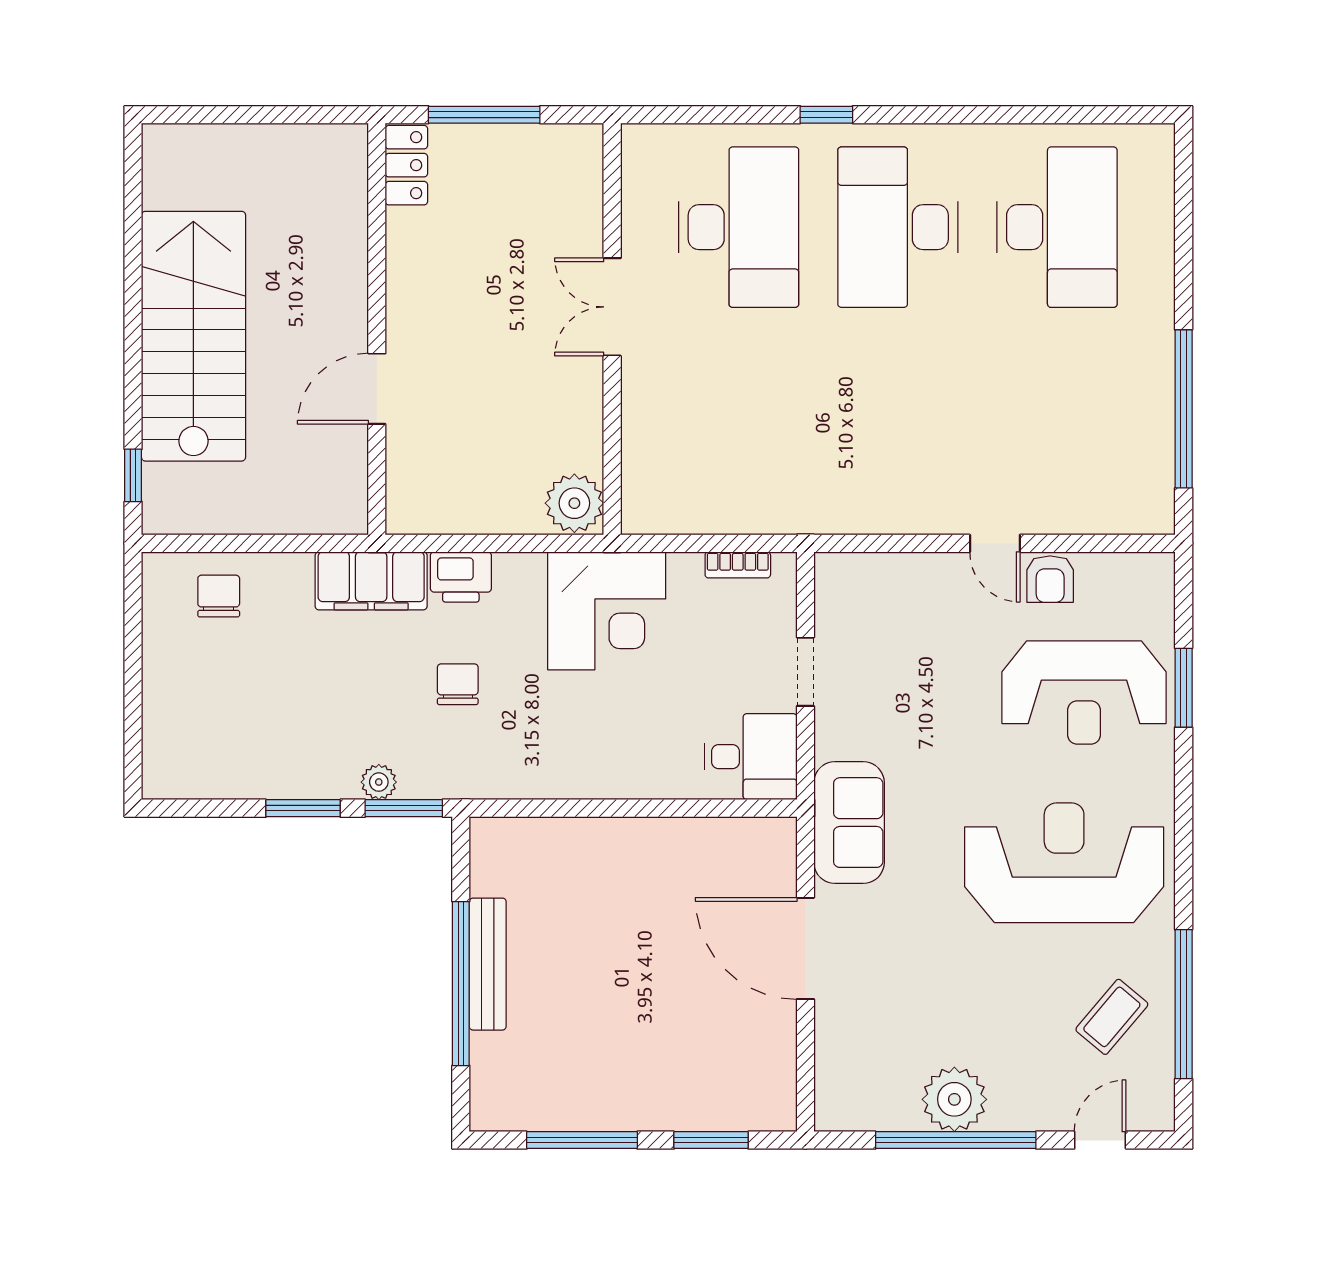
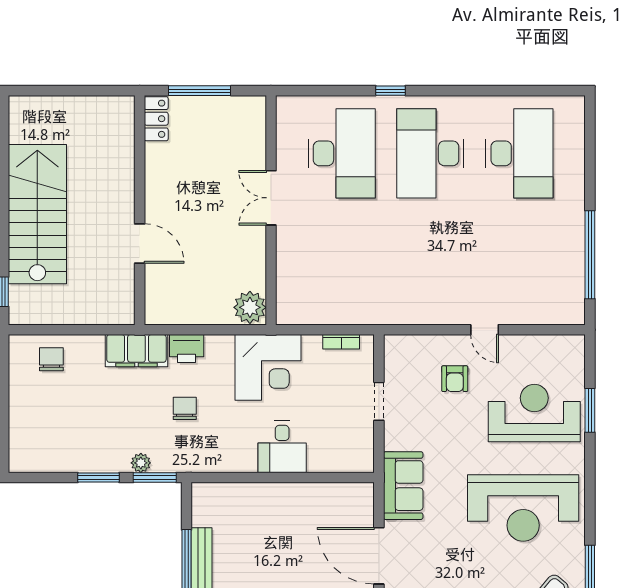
door: (377, 389) -> (140, 243), swing flipped
armchair: (1050, 579) -> (455, 379), moved
reception desk: (1084, 693) -> (534, 413), turned 180
desk: (751, 757) -> (282, 447), moved, turned 90
reception desk: (1064, 863) -> (523, 508), turned 180

